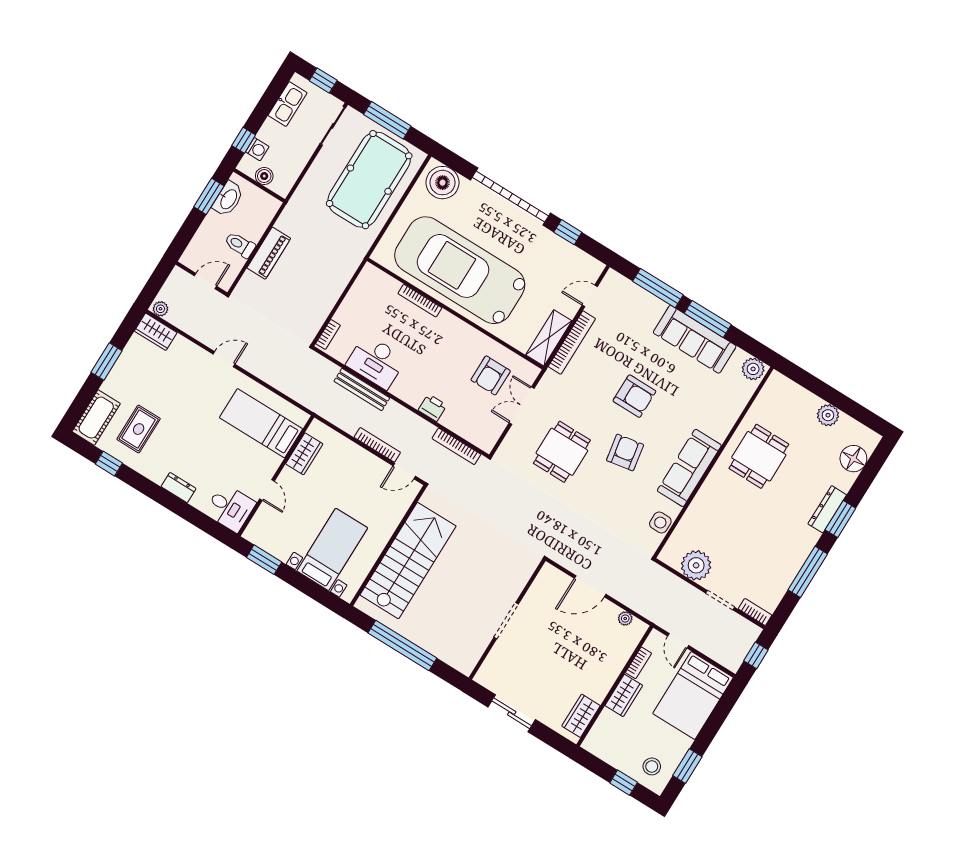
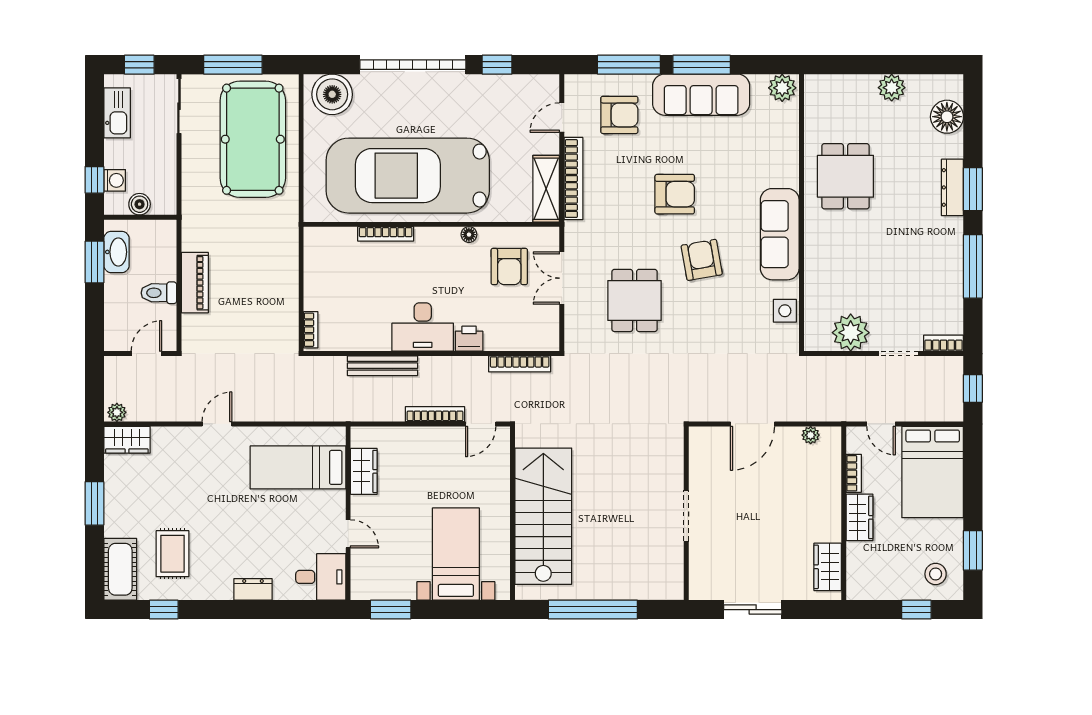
armchair: (630, 318) -> (619, 115), added
floor lamp: (477, 336) -> (469, 235), added
desk: (376, 362) -> (423, 327), moved

